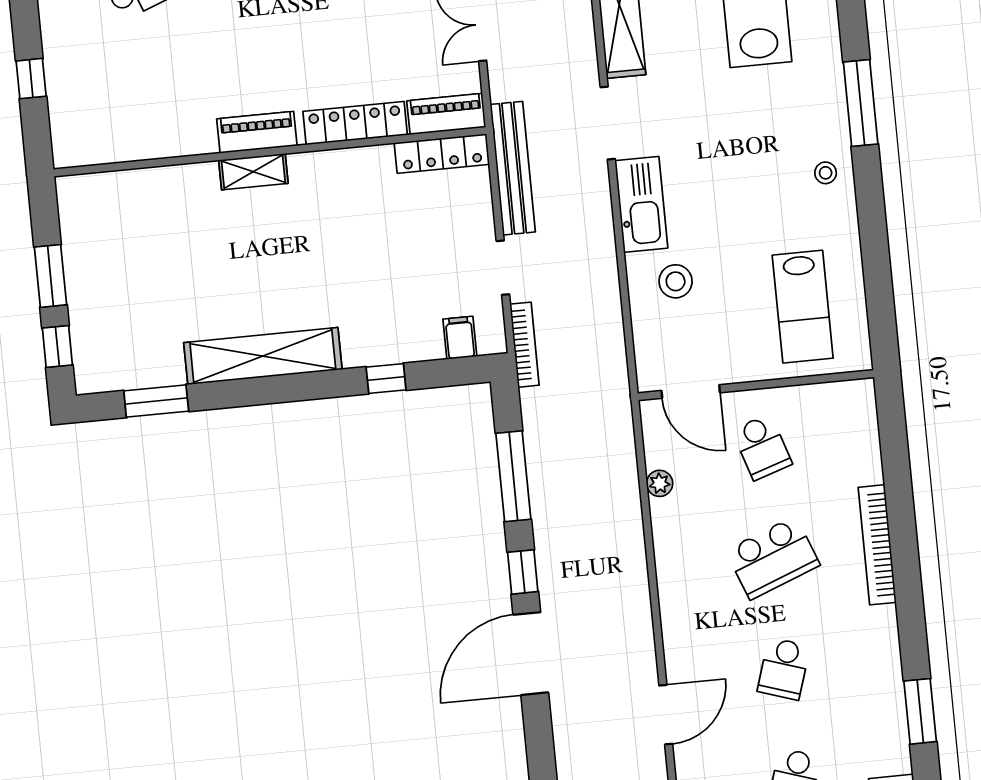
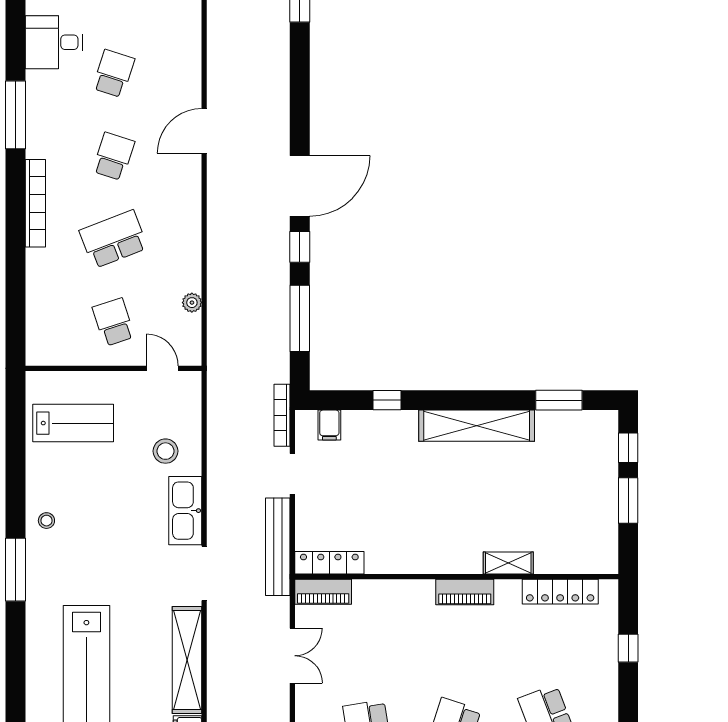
locker: (355, 123) -> (560, 592), moved
shelving: (253, 172) -> (508, 563), moved
lab bench: (803, 307) -> (73, 423), turned 90
door: (691, 392) -> (162, 368), width x0.73
bookcase: (877, 545) -> (35, 203), moved
window: (920, 711) -> (15, 115), width x1.44

